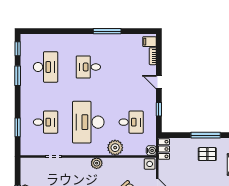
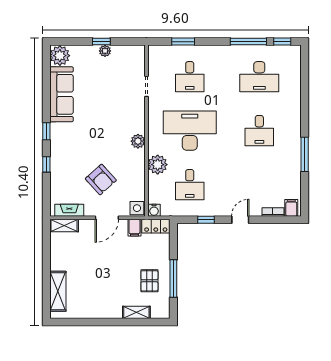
desk: (88, 67) -> (259, 131), turned 180
window: (18, 76) -> (248, 42), width x1.44
filing cabinet: (165, 166) -> (134, 228), added

